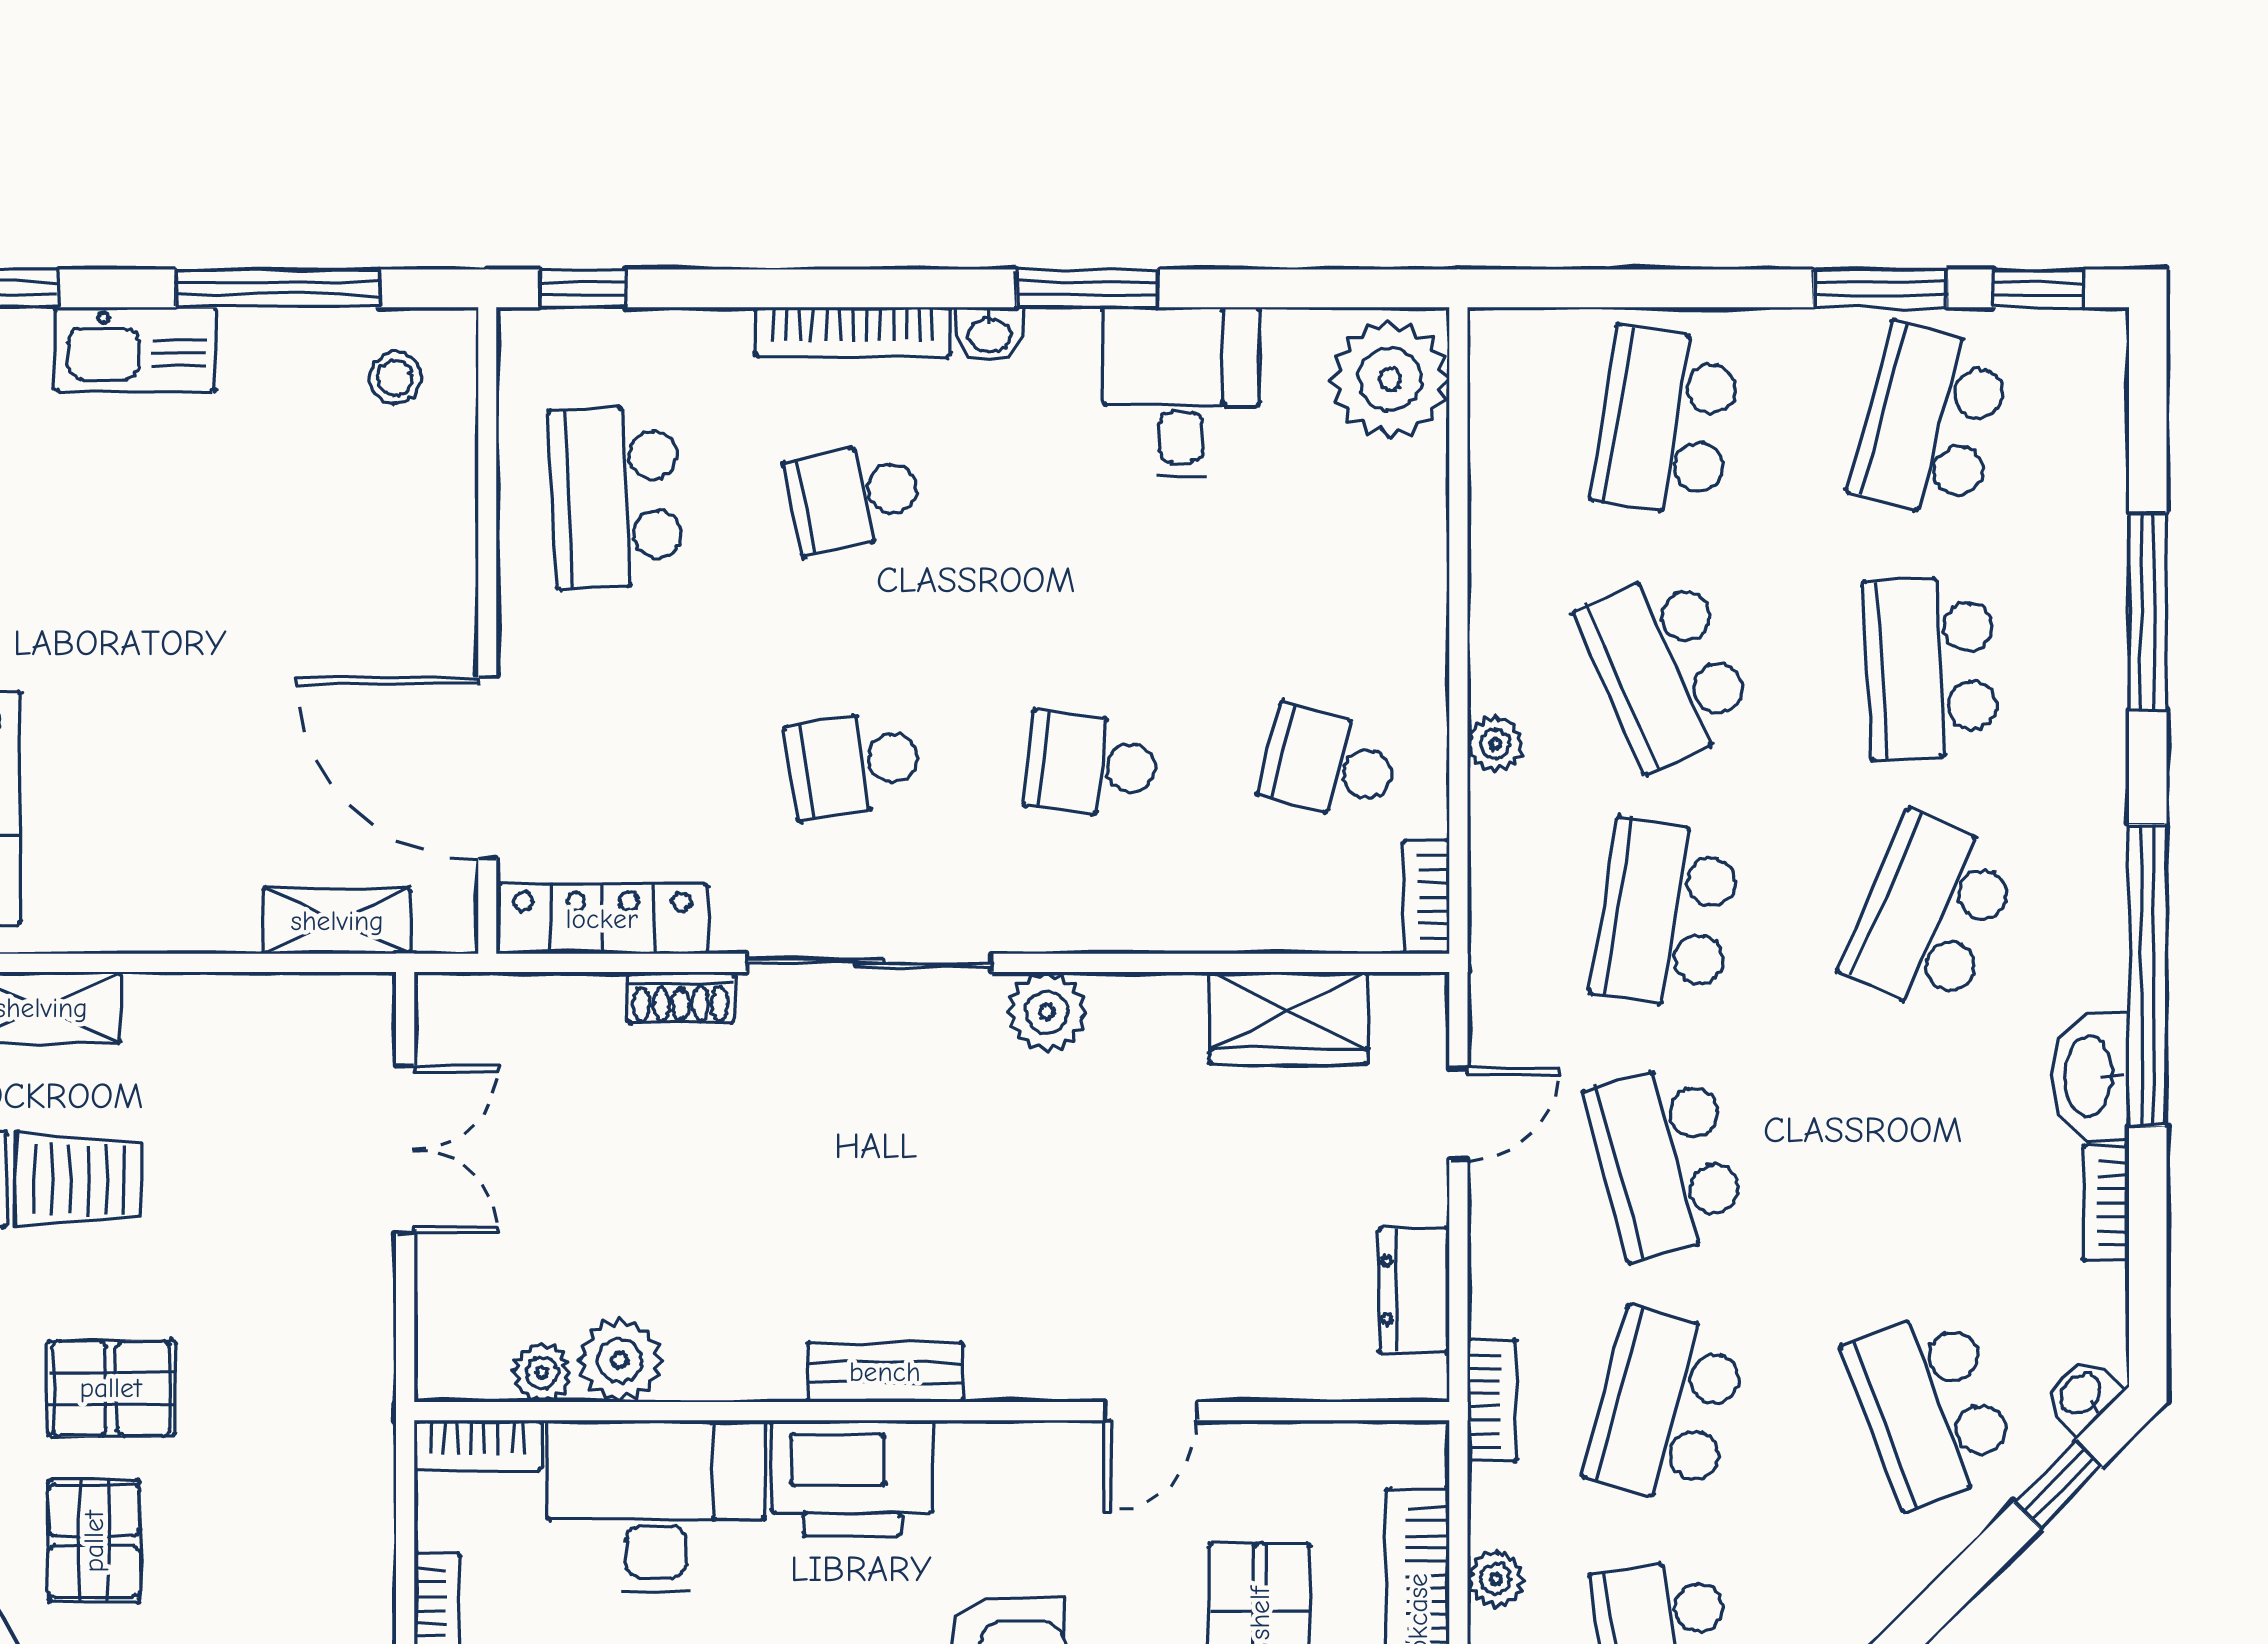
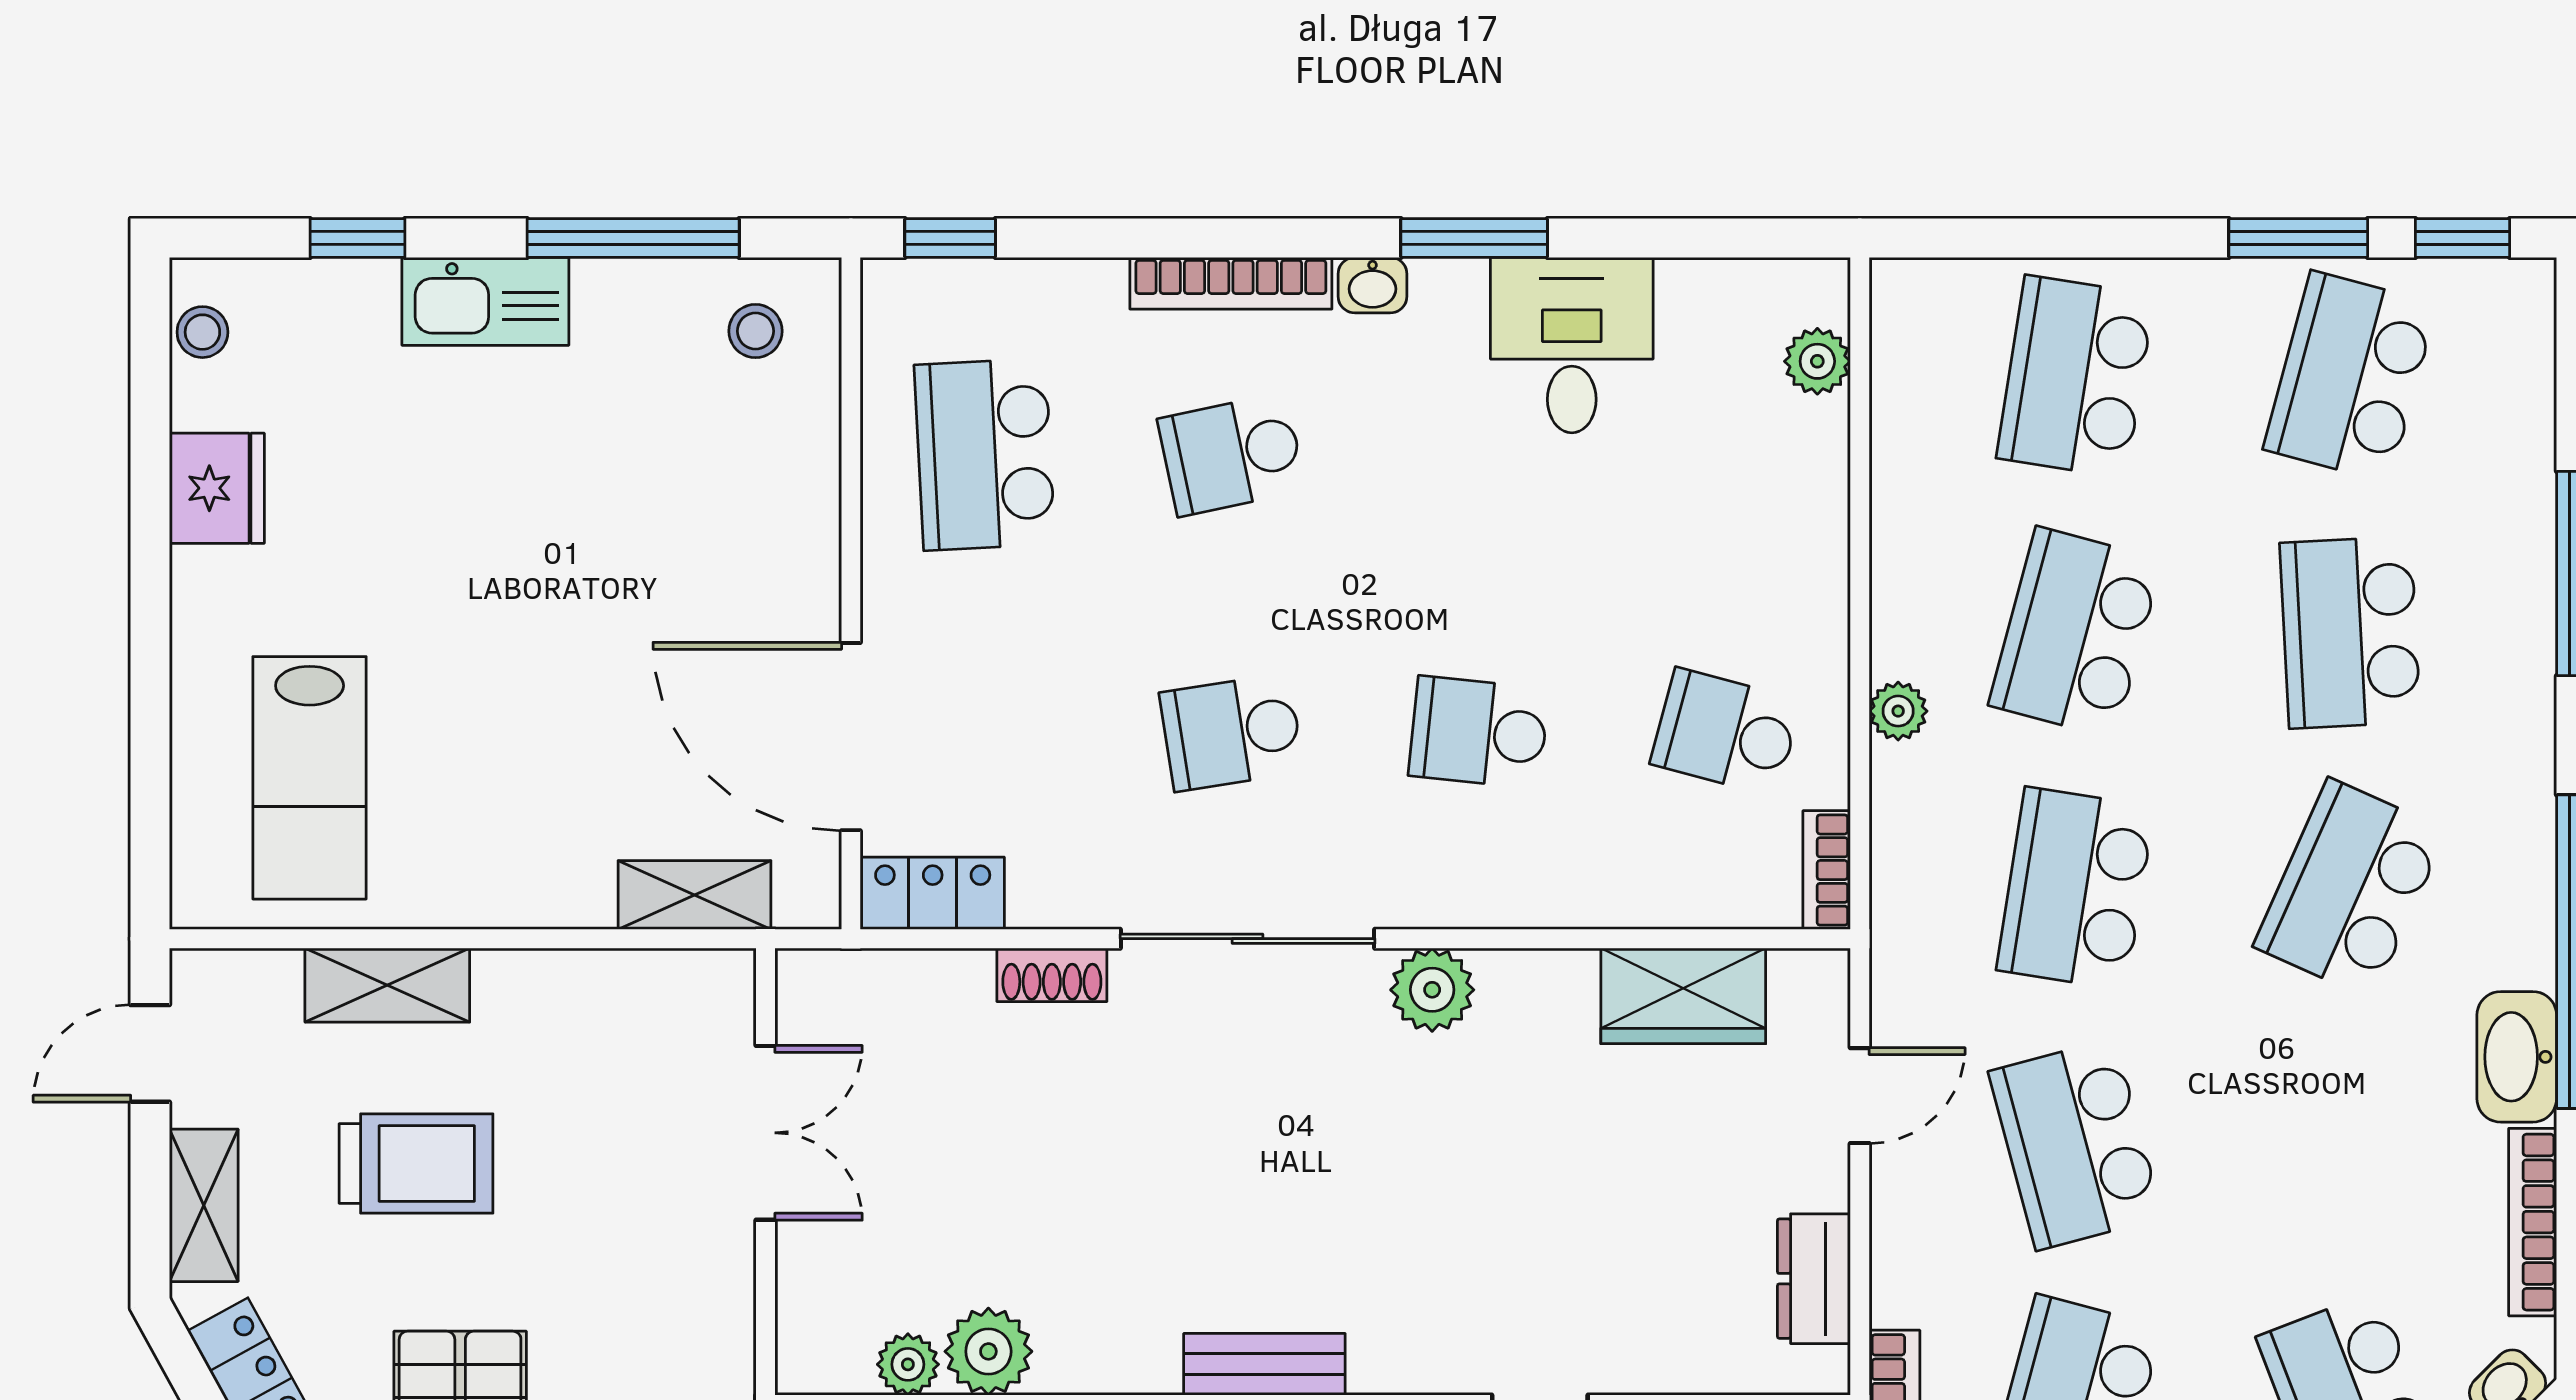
plant: (1390, 379) -> (1817, 361), width x0.53, depth x0.53
school desk: (1666, 668) -> (2076, 632), turned 39
locker: (602, 919) -> (933, 893), width x0.66
bookcase: (2106, 1203) -> (2533, 1222), width x1.56

